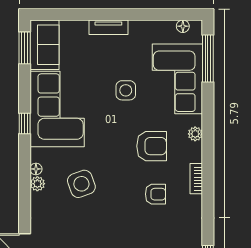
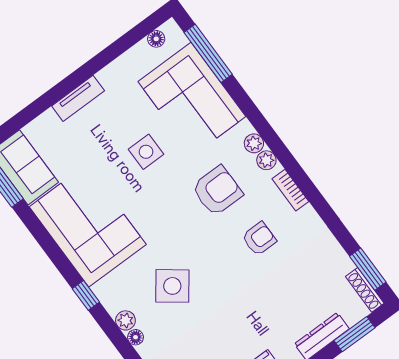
window: (25, 123) -> (86, 295), moved
plant: (195, 150) -> (266, 160), added
floor lamp: (36, 169) -> (136, 337), moved
side table: (81, 184) -> (172, 286), turned -33

